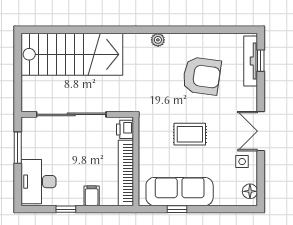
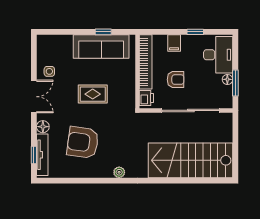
floor lamp: (27, 152) -> (227, 79), added
armchair: (90, 152) -> (176, 80), added
floor lamp: (250, 191) -> (43, 127), moved

